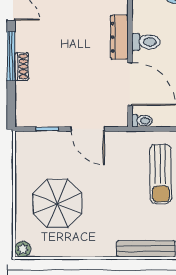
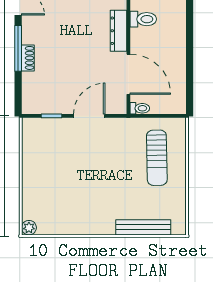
toilet: (146, 42) -> (143, 19), moved
door: (88, 129) -> (89, 116), swing flipped
parasol: (57, 203) -> (61, 185), removed

